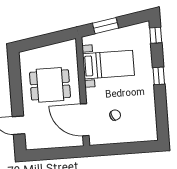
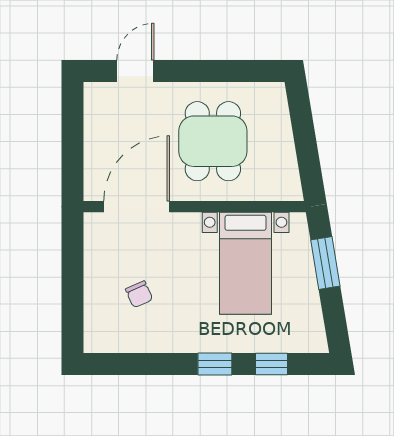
window: (156, 35) -> (272, 364), moved
chair: (115, 115) -> (139, 294), moved

